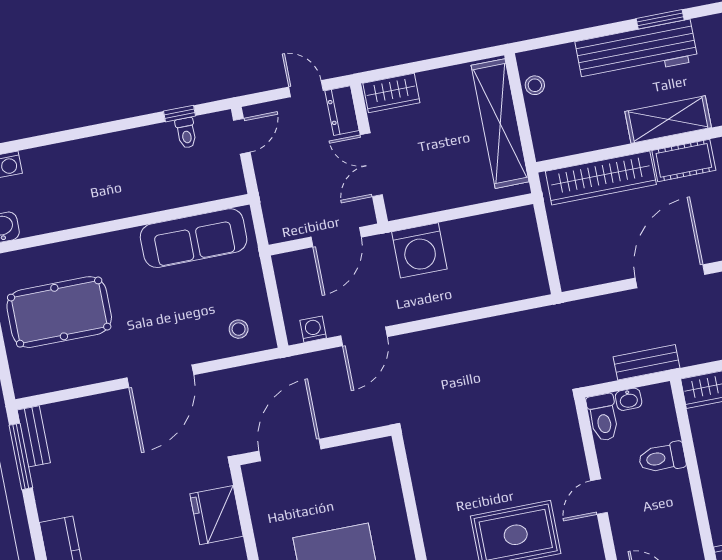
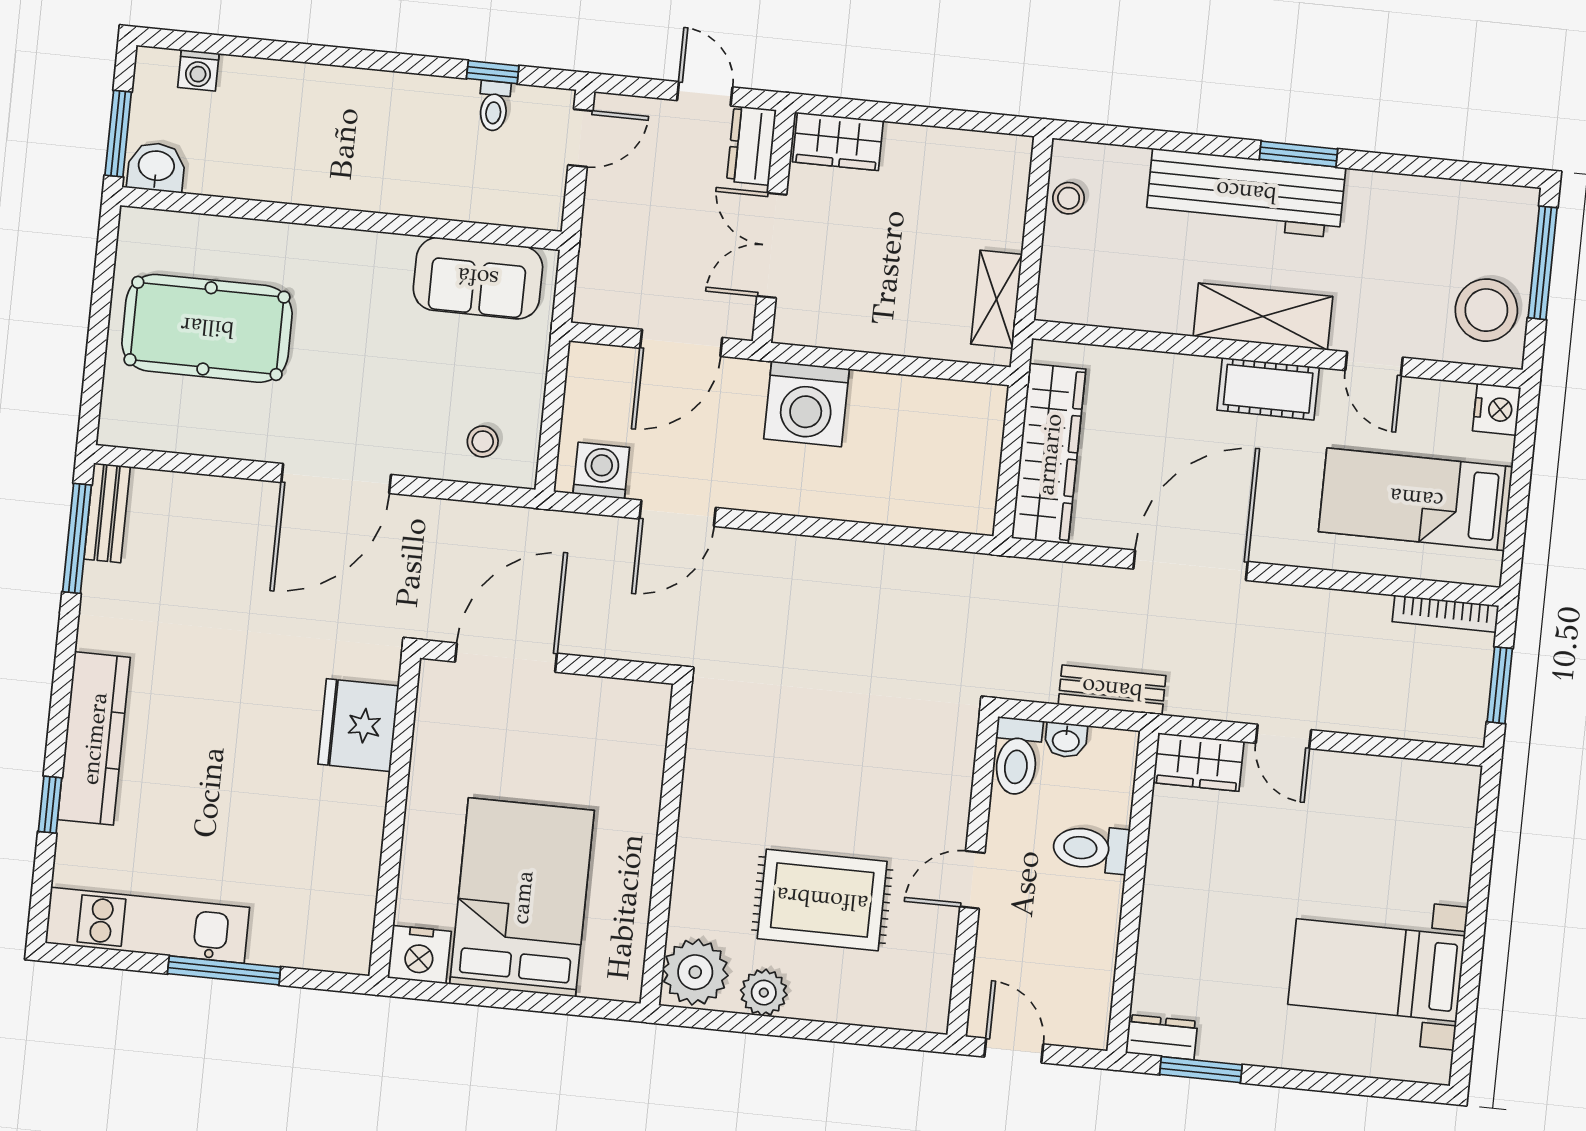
shelving: (500, 124) -> (996, 299), width x0.45, depth x0.75
wardrobe: (601, 178) -> (1049, 454), moved, turned -90
sofa: (194, 238) -> (478, 278), width x0.73
washing machine: (313, 329) -> (601, 470), width x1.38, depth x1.38

